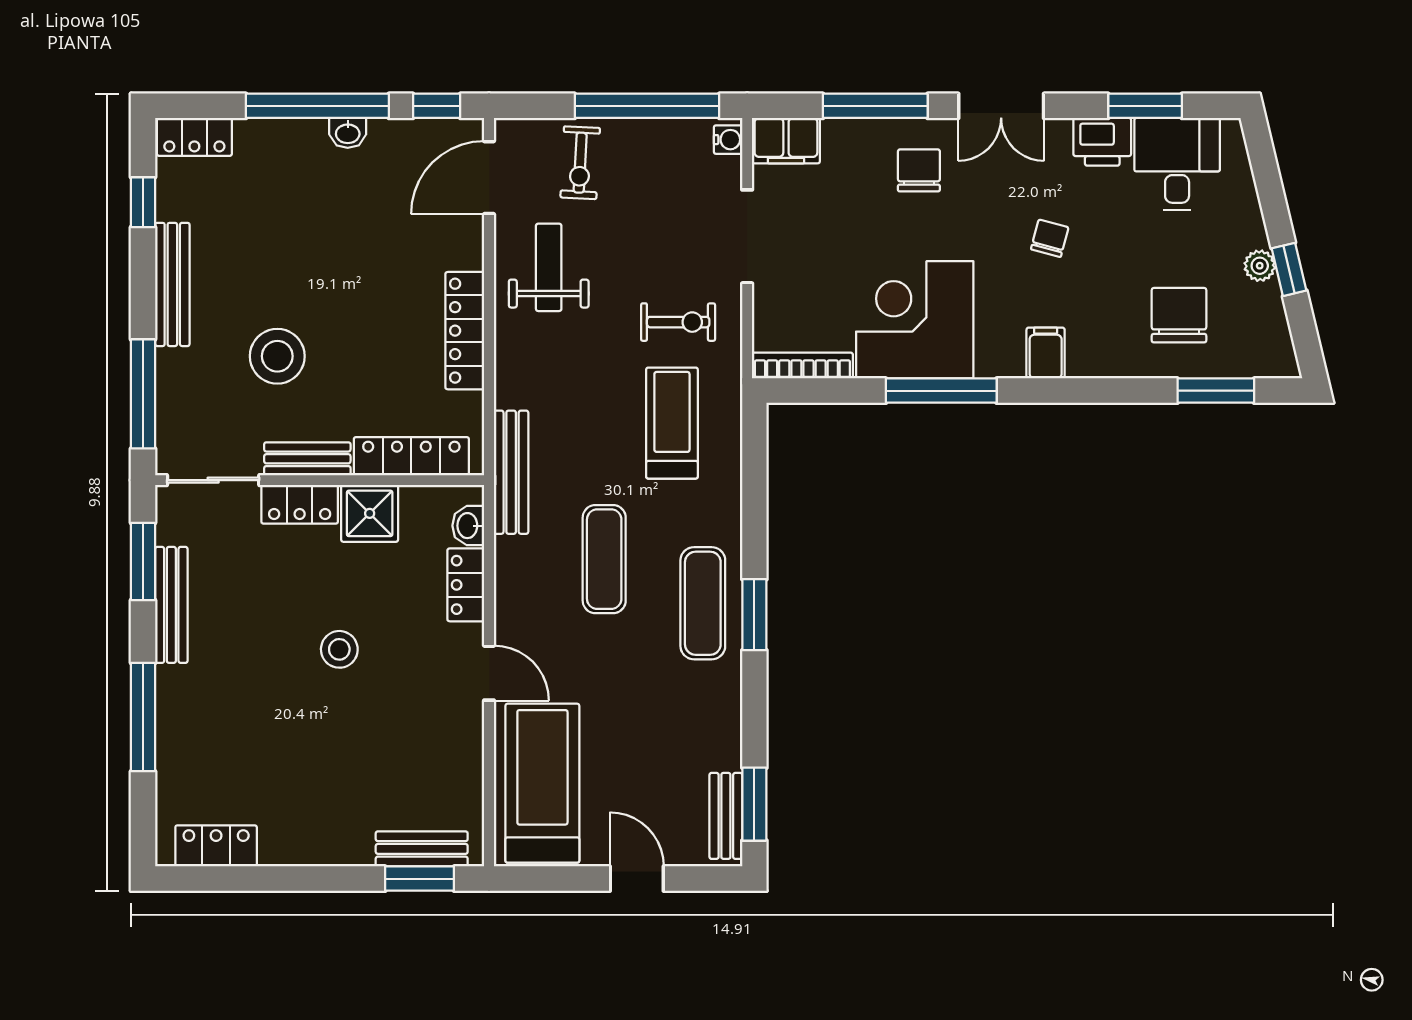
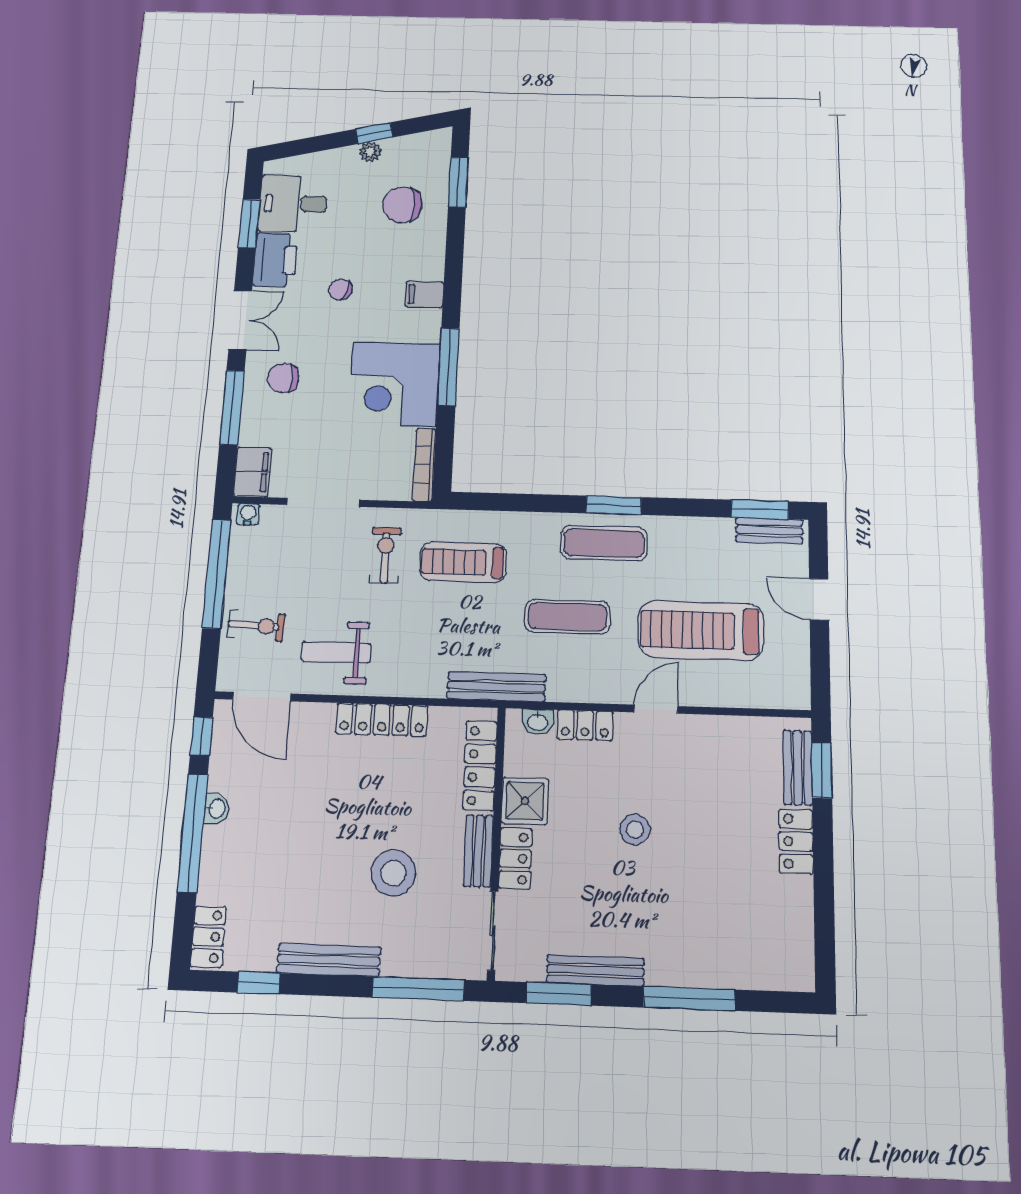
printer: (1102, 142) -> (275, 260), width x1.37, depth x1.19
treadmill: (542, 783) -> (701, 630), moved
locker: (216, 846) -> (796, 841), moved
door: (637, 879) -> (819, 599), hinge flipped

